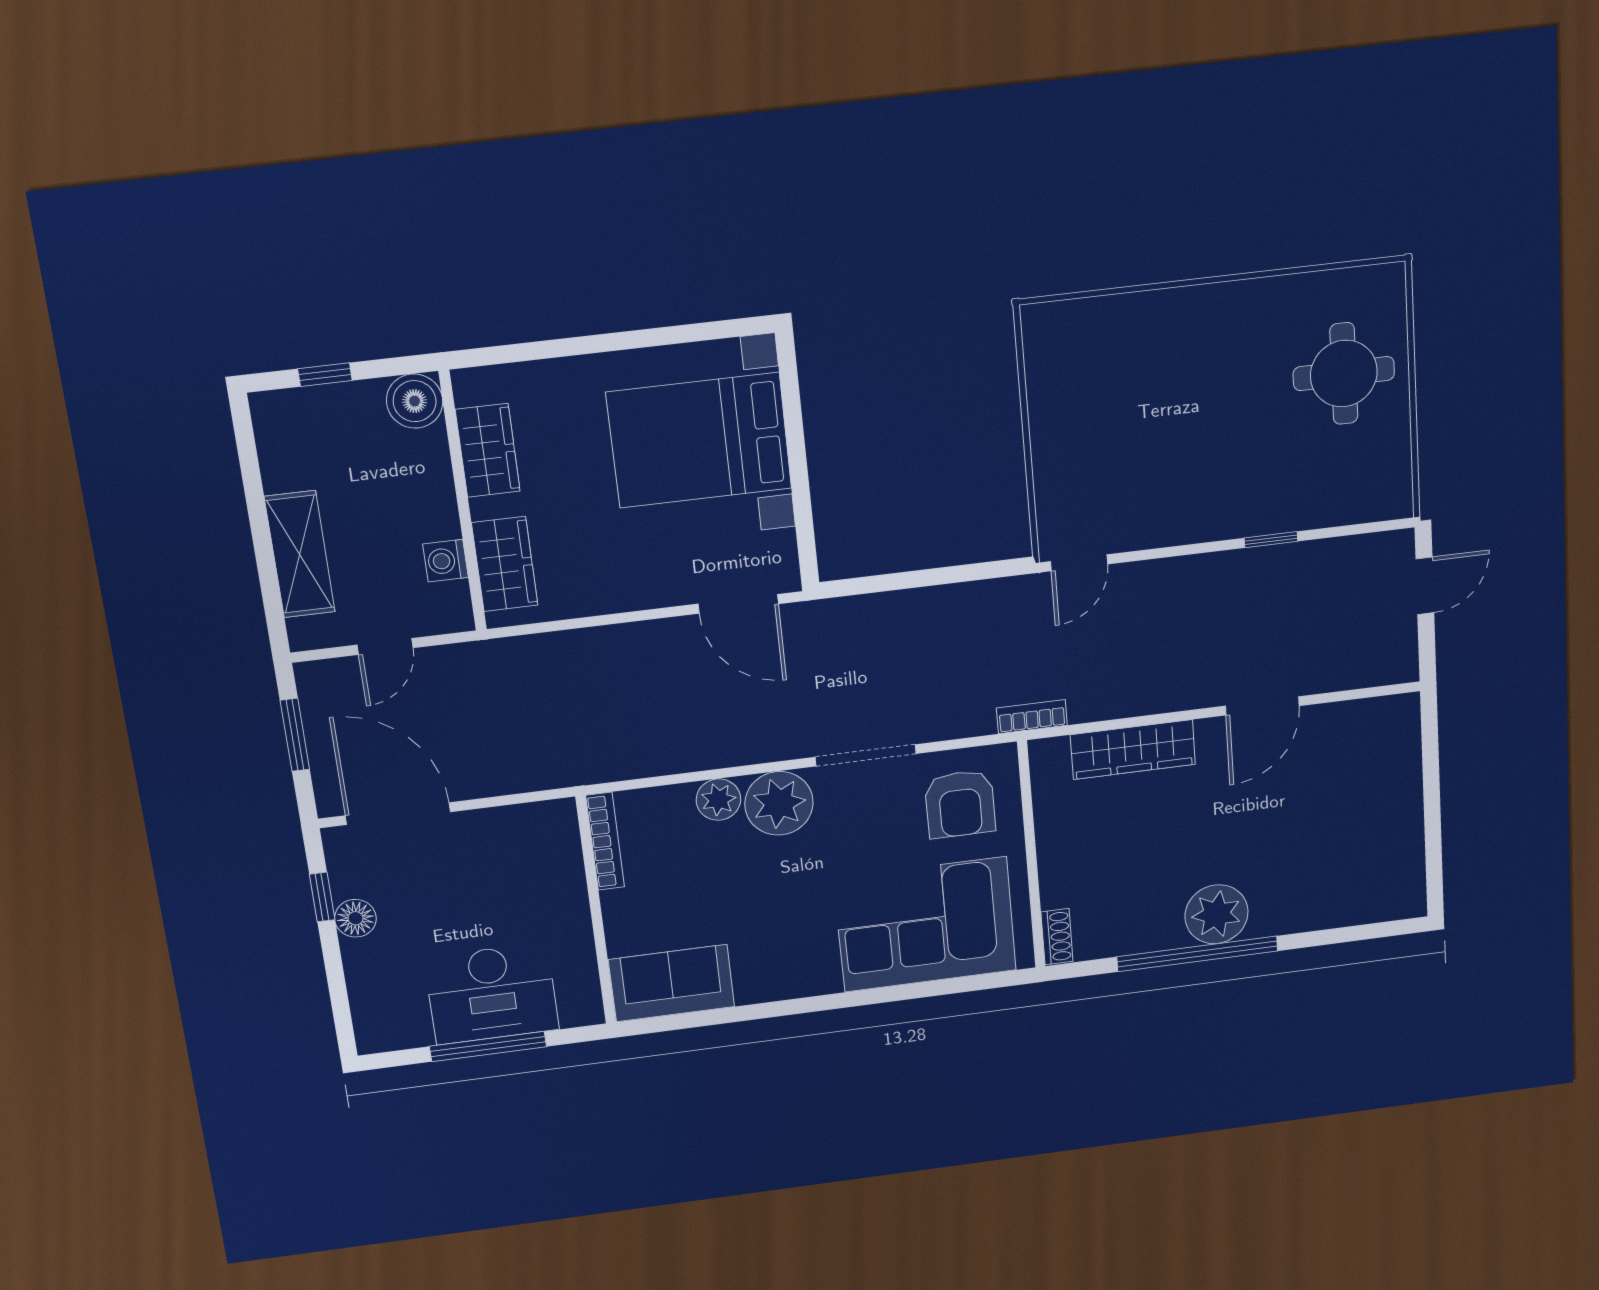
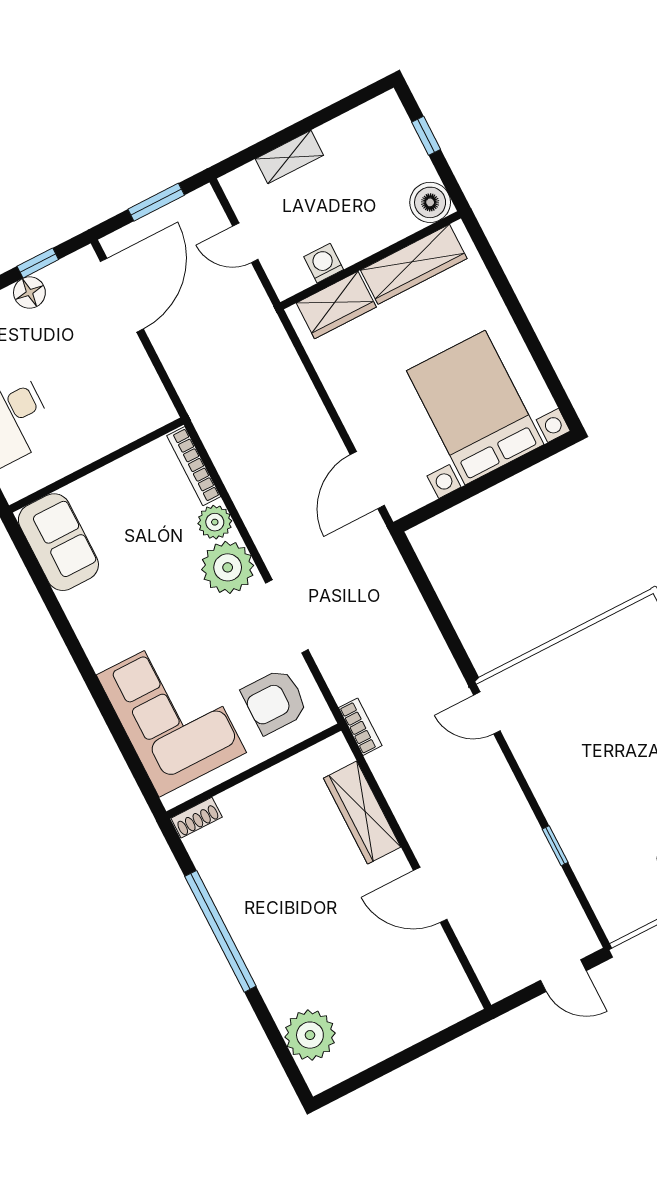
wardrobe: (488, 450) -> (414, 264), width x1.50
shelving: (300, 554) -> (289, 157), width x0.67, depth x0.75
bookcase: (605, 841) -> (194, 466), moved, turned 90
plant: (1217, 914) -> (310, 1035), moved

